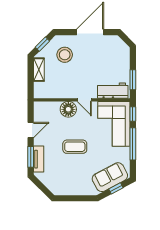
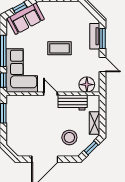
workbench: (113, 91) -> (73, 103), moved
floor lamp: (68, 109) -> (87, 85), moved
door: (31, 130) -> (102, 64), swing flipped

